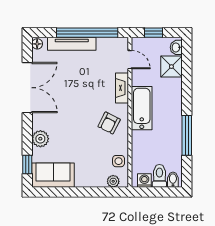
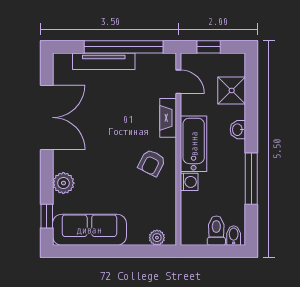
floor lamp: (37, 44) -> (59, 61), removed
washbasin: (176, 47) -> (238, 130), moved
side table: (119, 161) -> (164, 212), removed
sofa: (53, 175) -> (89, 230), width x1.36
washing machine: (144, 181) -> (189, 182), moved, turned 90

